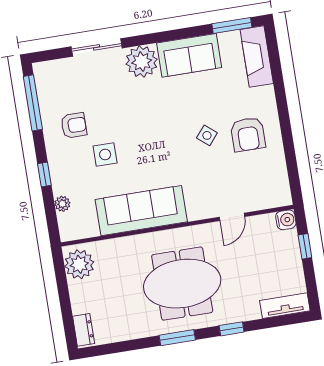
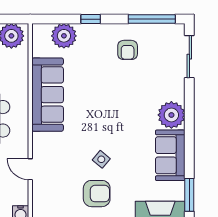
sliding door: (97, 47) -> (189, 57), moved
armchair: (248, 134) -> (97, 194), turned 180
side table: (105, 154) -> (99, 72), removed
plant: (62, 204) -> (64, 36), width x1.88, depth x1.88

